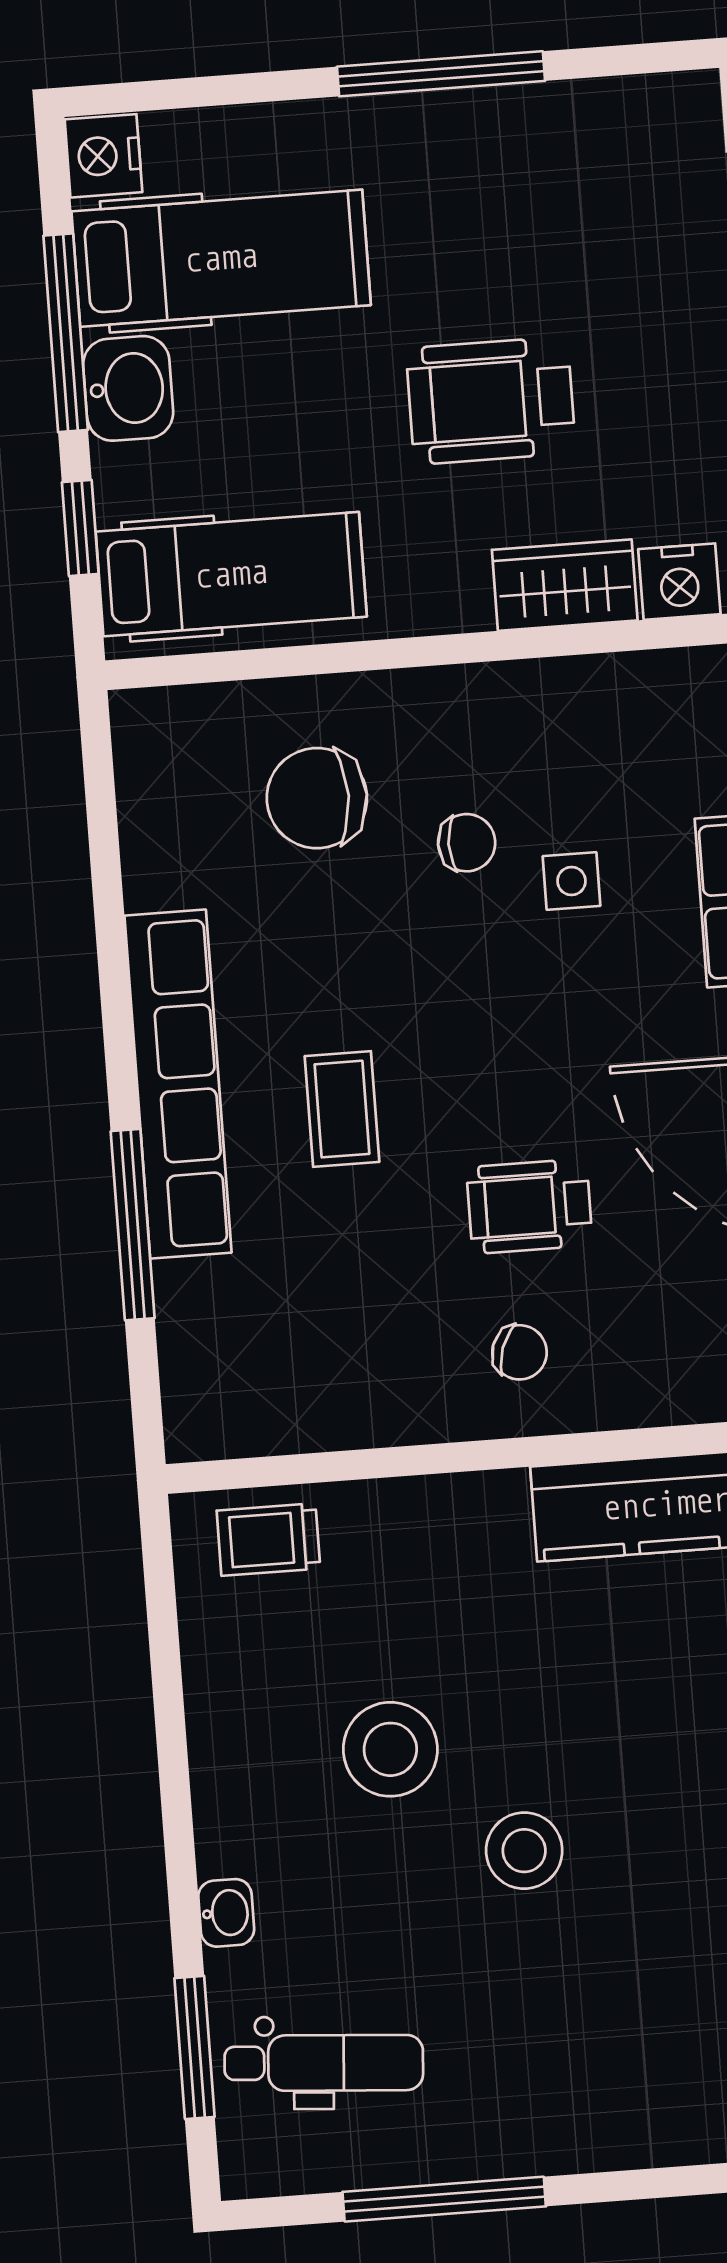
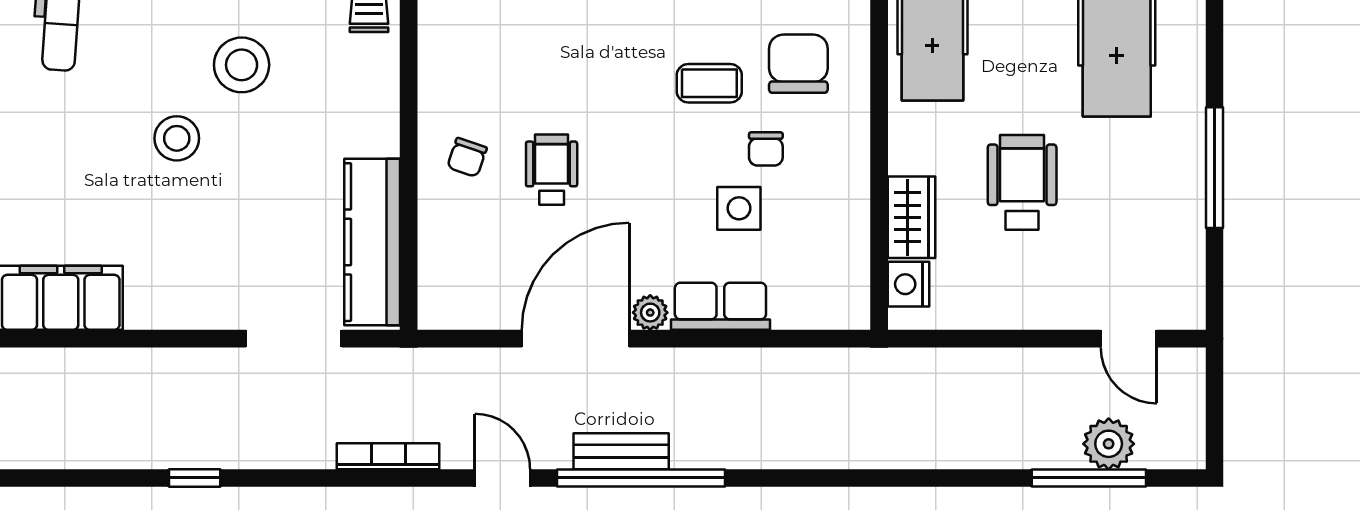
side table: (571, 881) -> (739, 208), width x1.37, depth x1.37
coffee table: (342, 1109) -> (709, 83), moved

